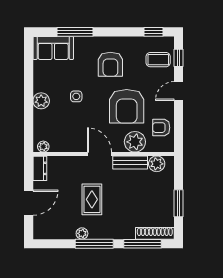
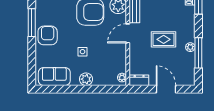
window: (75, 32) -> (32, 23), moved
sofa: (53, 48) -> (54, 76), moved, turned -90
armchair: (110, 64) -> (48, 35), moved, turned -90
window: (94, 244) -> (198, 53), moved

